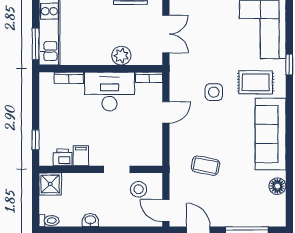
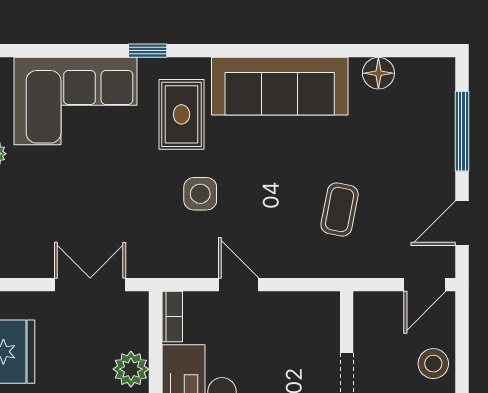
stool: (139, 189) -> (433, 364), moved

